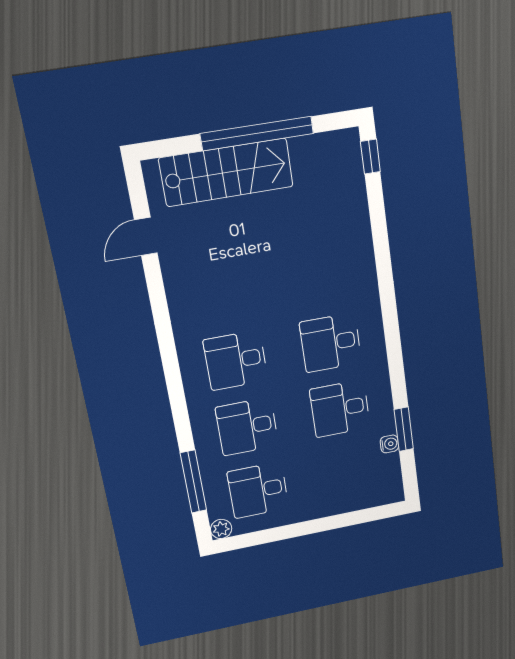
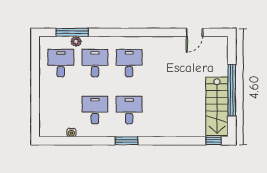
stairs: (226, 172) -> (217, 106), moved
door: (146, 236) -> (194, 32), swing flipped
window: (404, 429) -> (127, 141), moved
plant: (221, 529) -> (76, 41), moved

